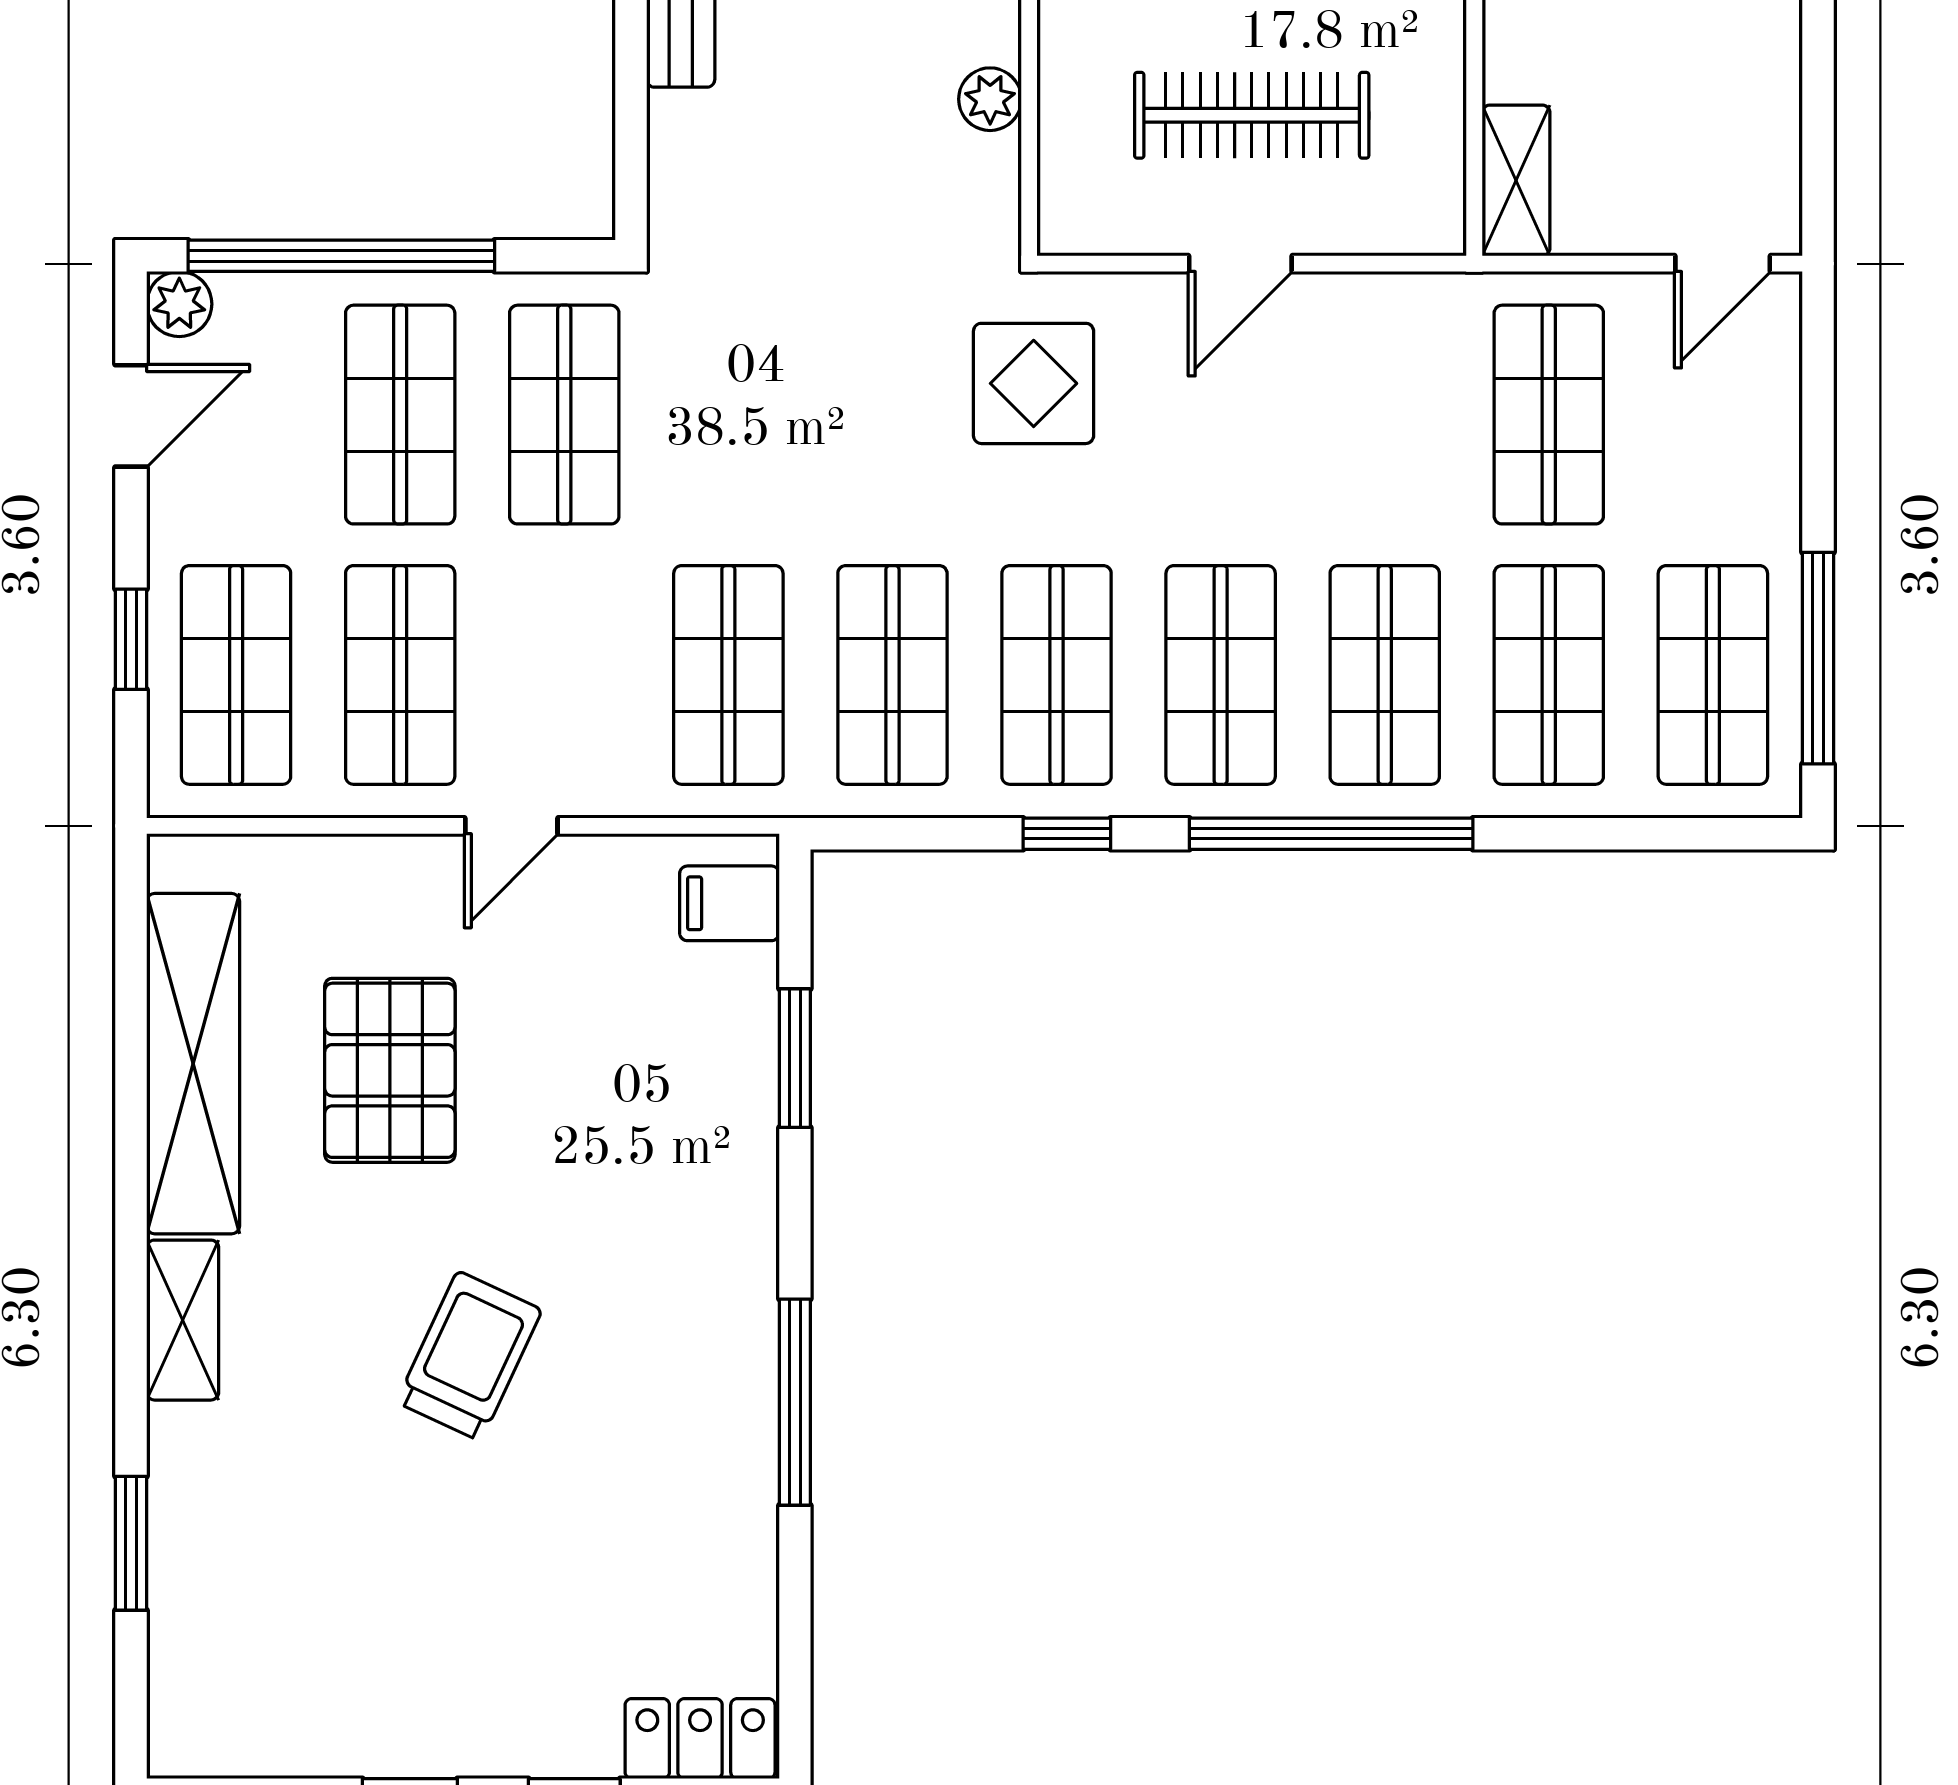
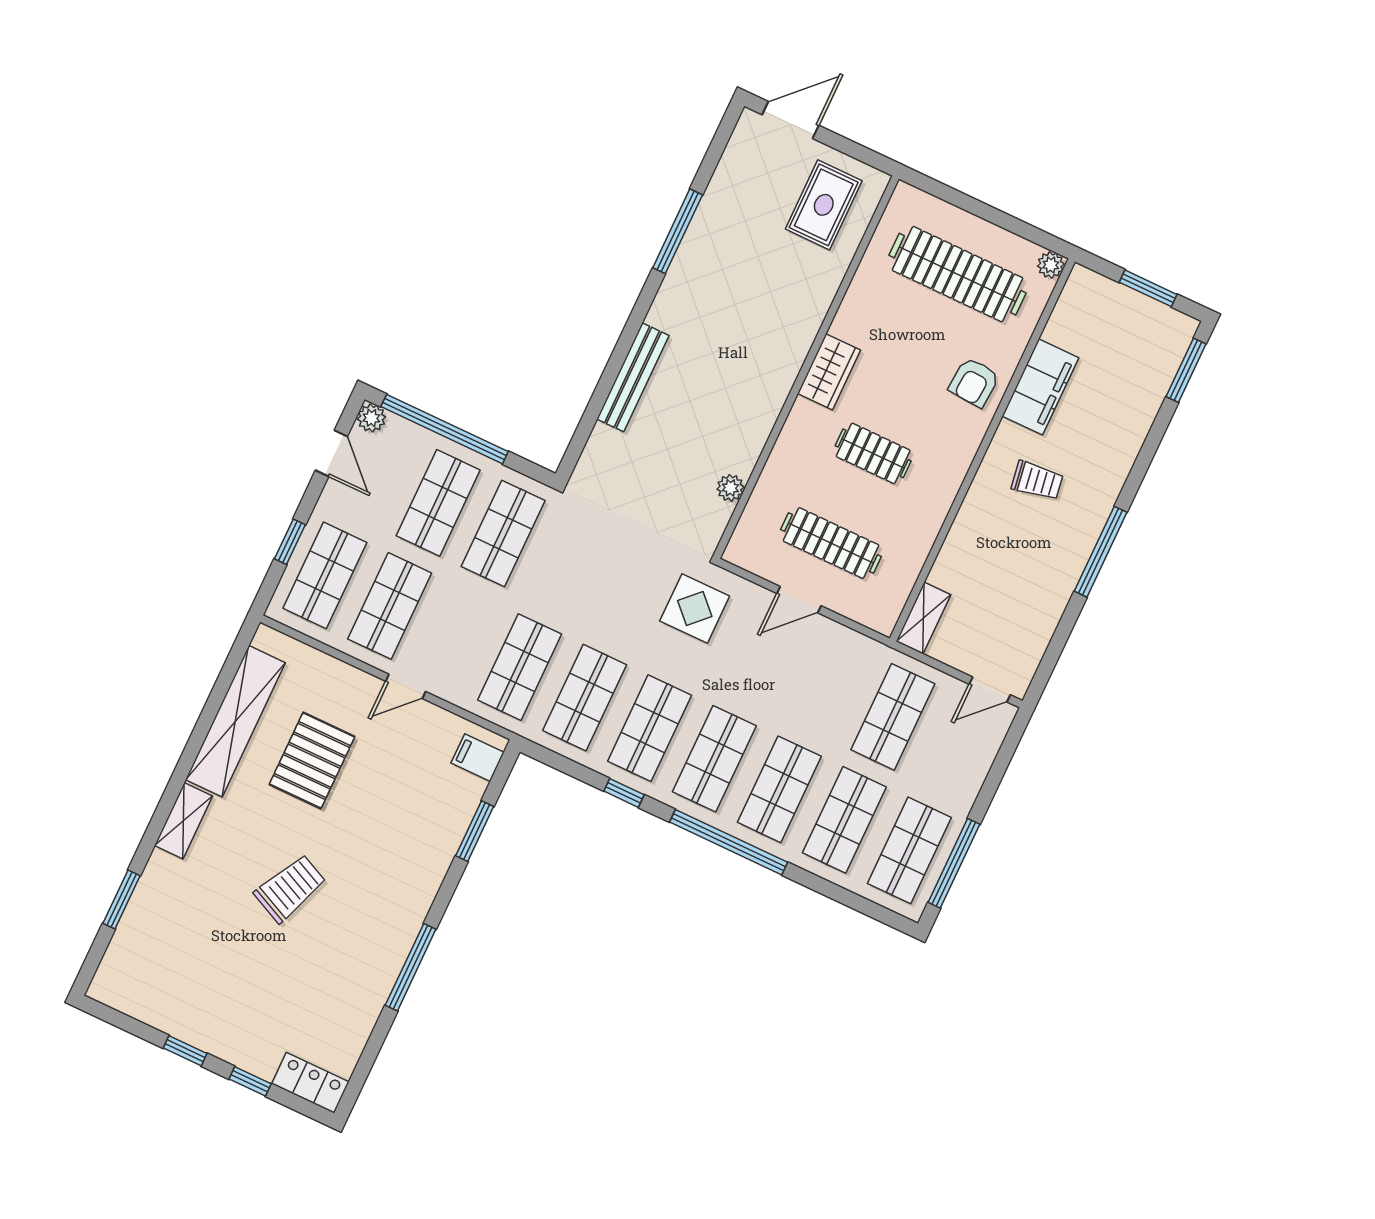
door: (131, 416) -> (331, 453), hinge flipped

